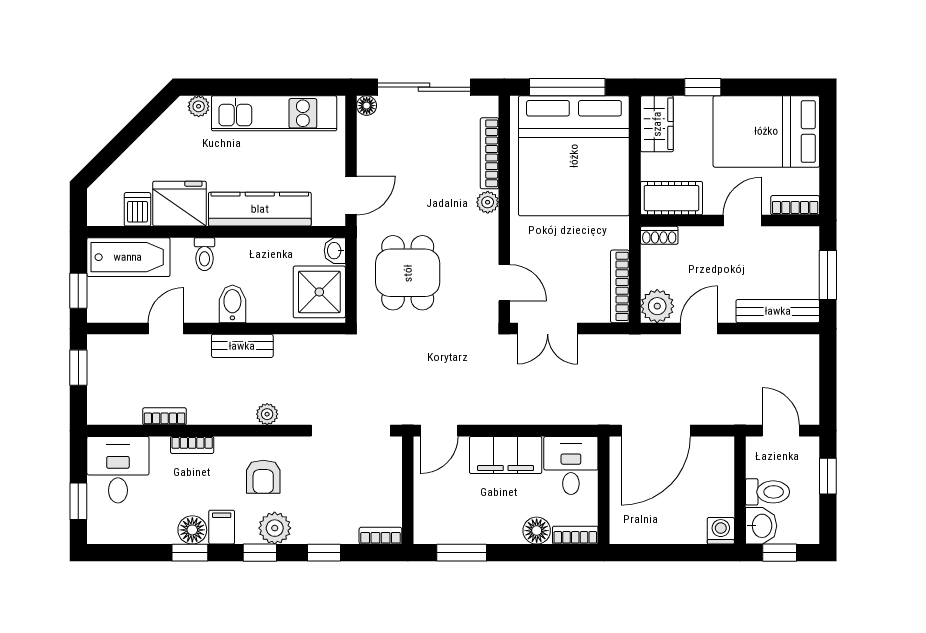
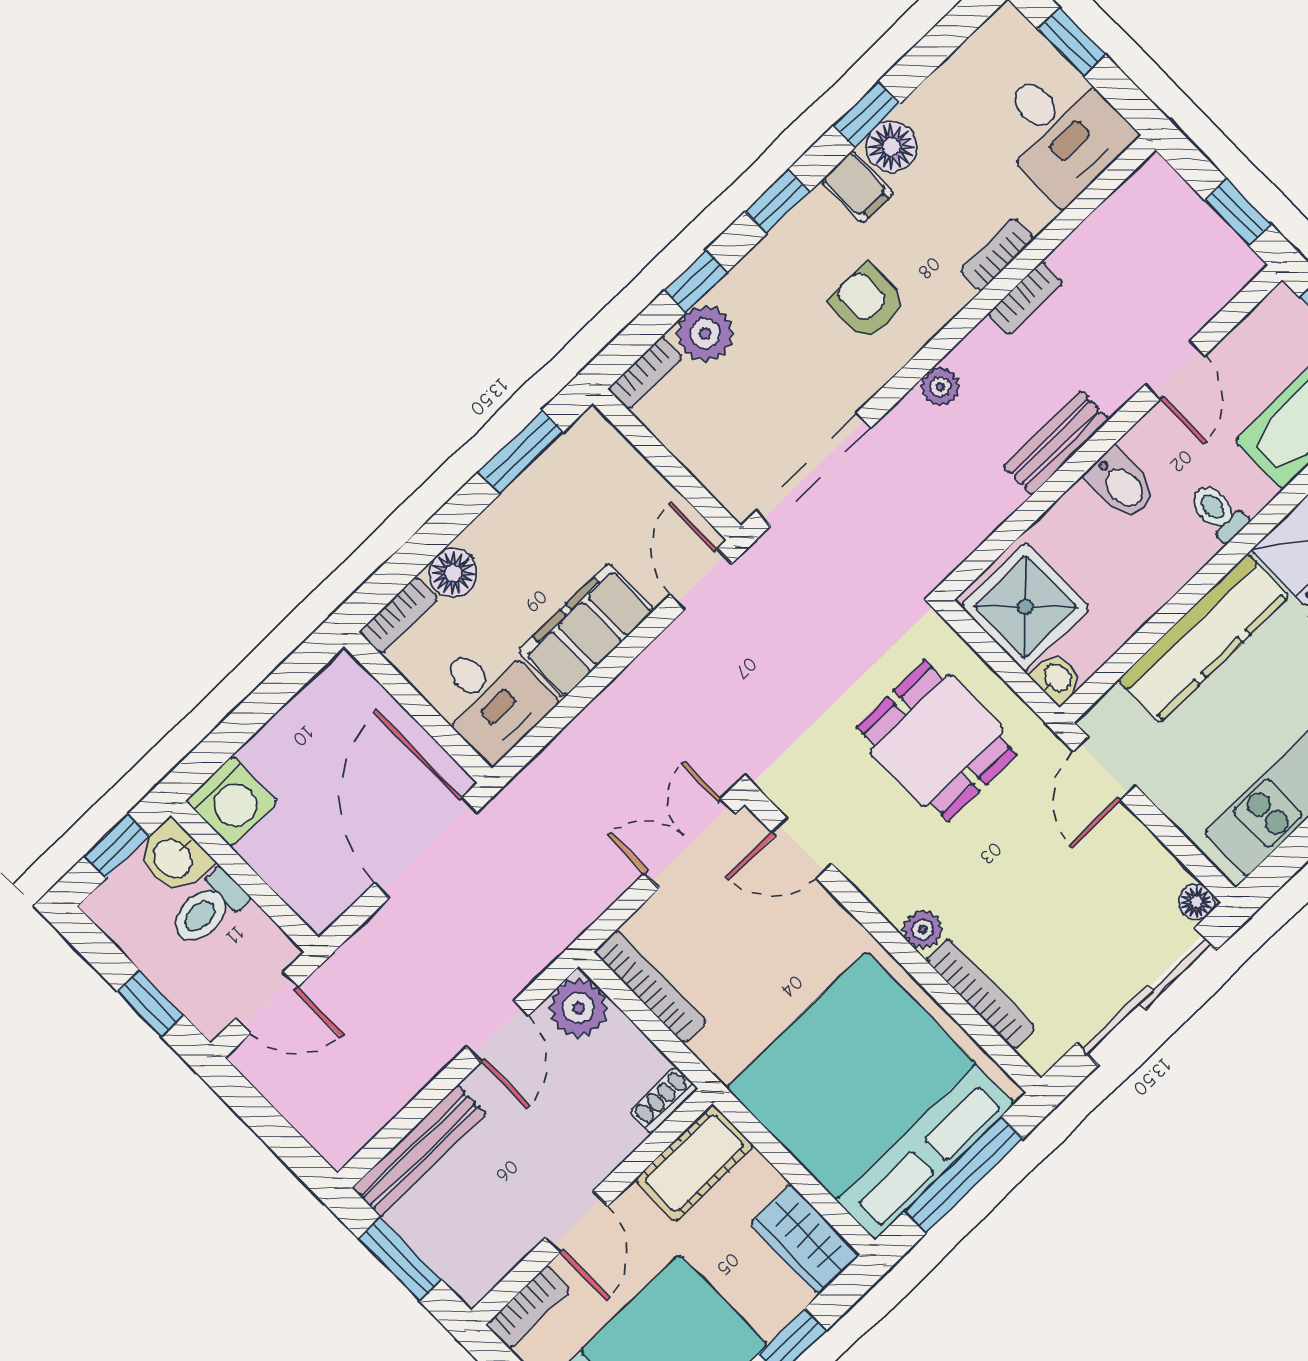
bookcase: (165, 416) -> (1025, 298), moved
plant: (275, 528) -> (705, 333), moved
washing machine: (721, 531) -> (232, 801), width x1.38, depth x1.38

